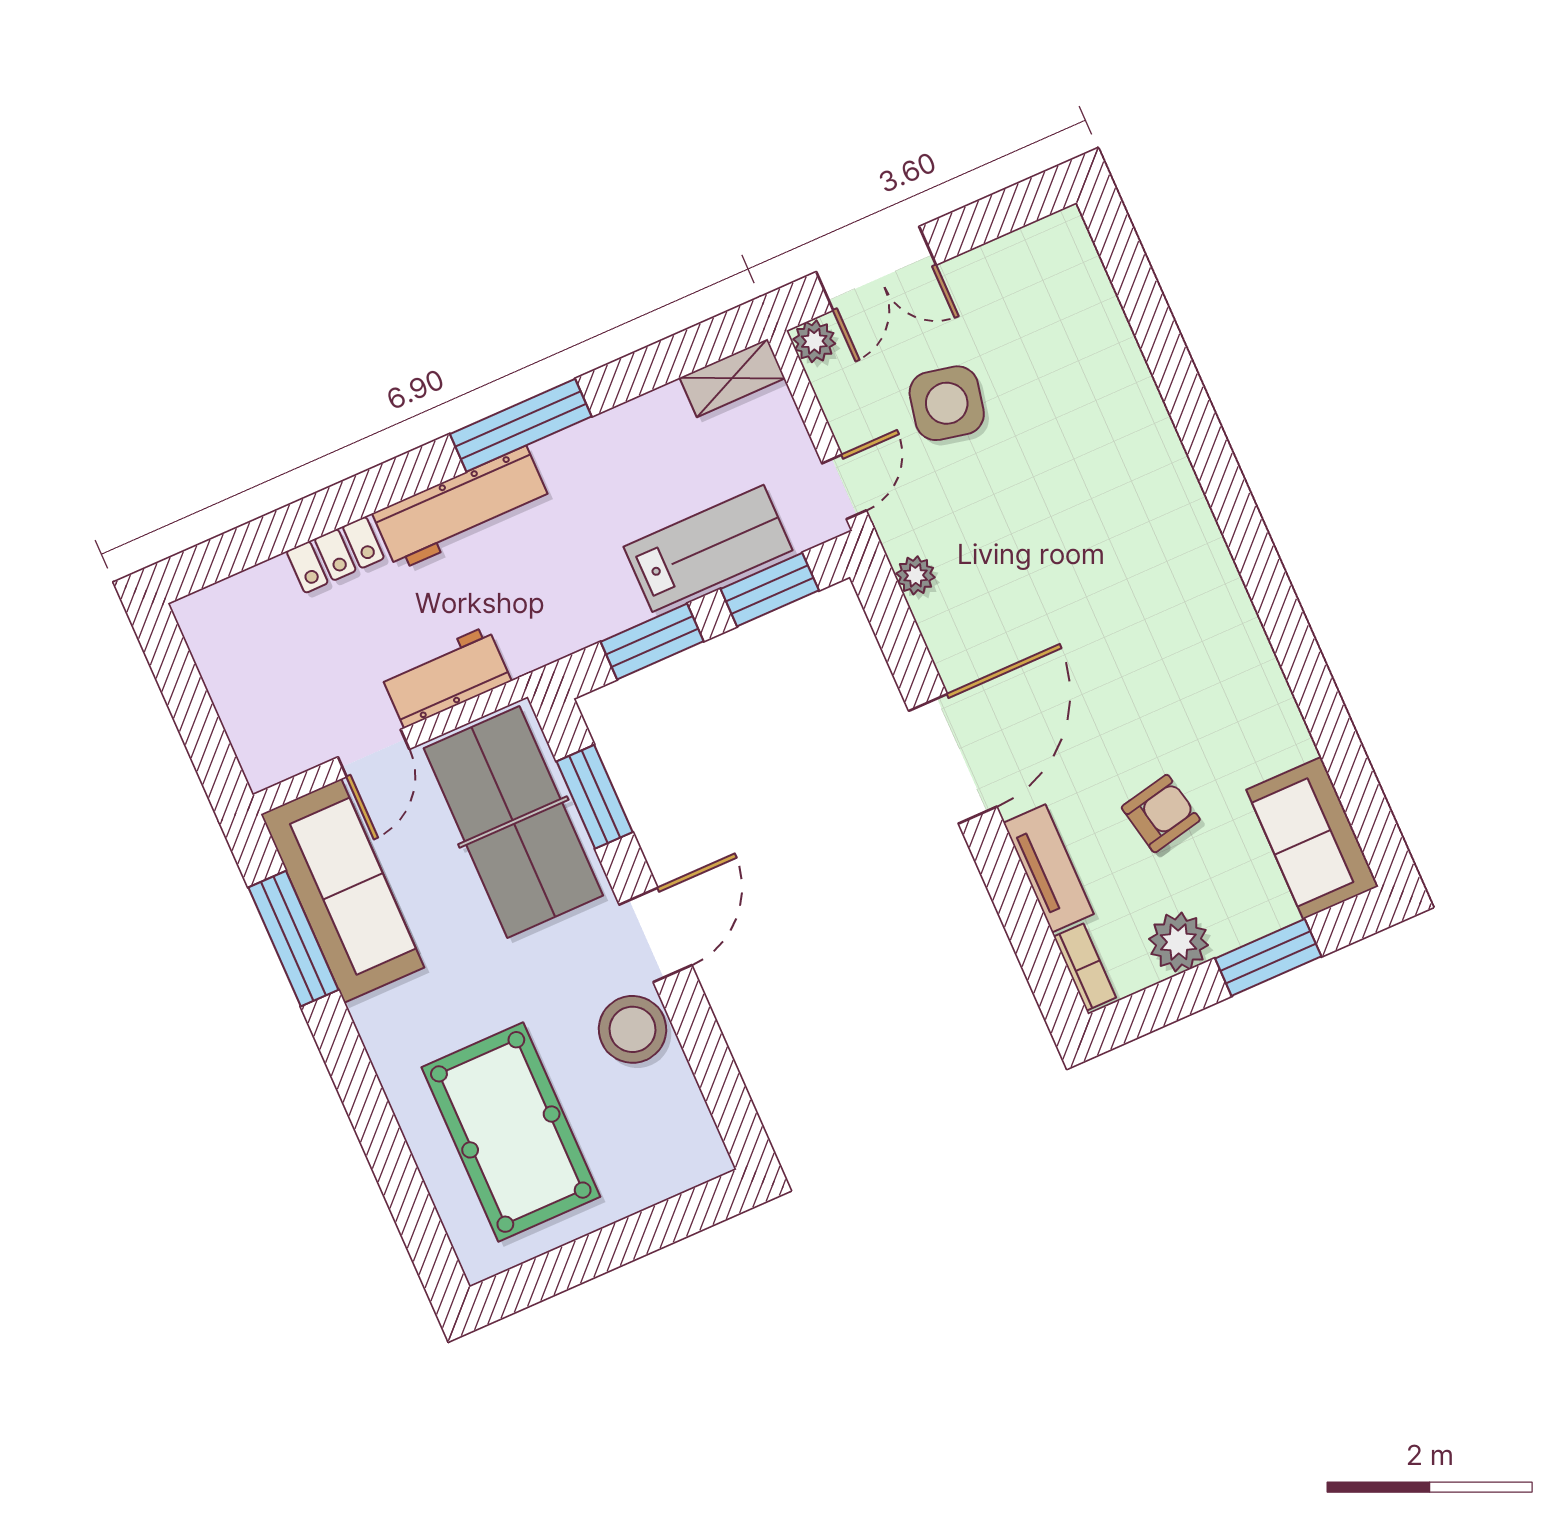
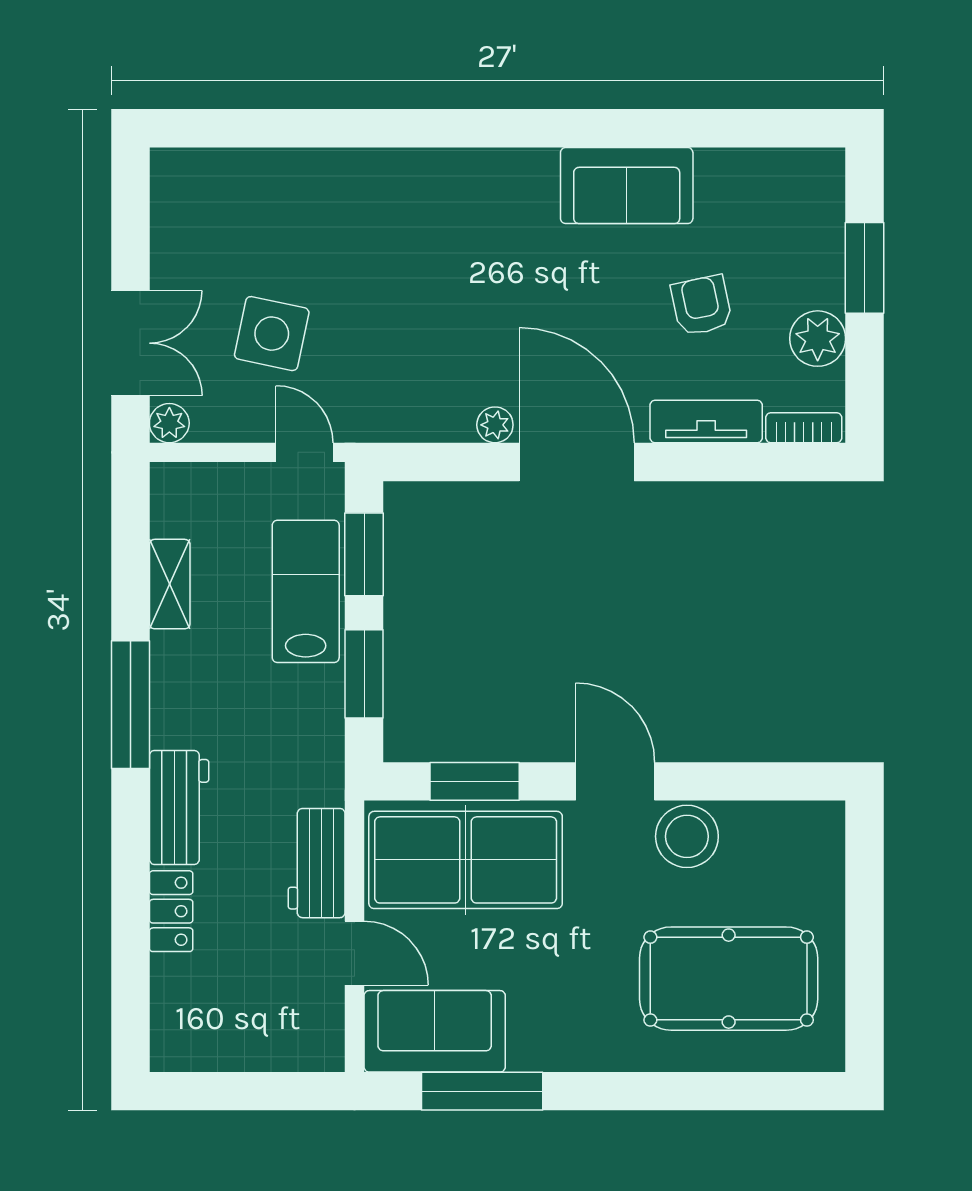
shelving: (732, 378) -> (170, 584), moved
workbench: (462, 508) -> (179, 807), width x0.73
plant: (916, 575) -> (495, 425), moved
sofa: (1312, 838) -> (627, 186), moved
sofa: (343, 891) -> (435, 1031), width x0.73

